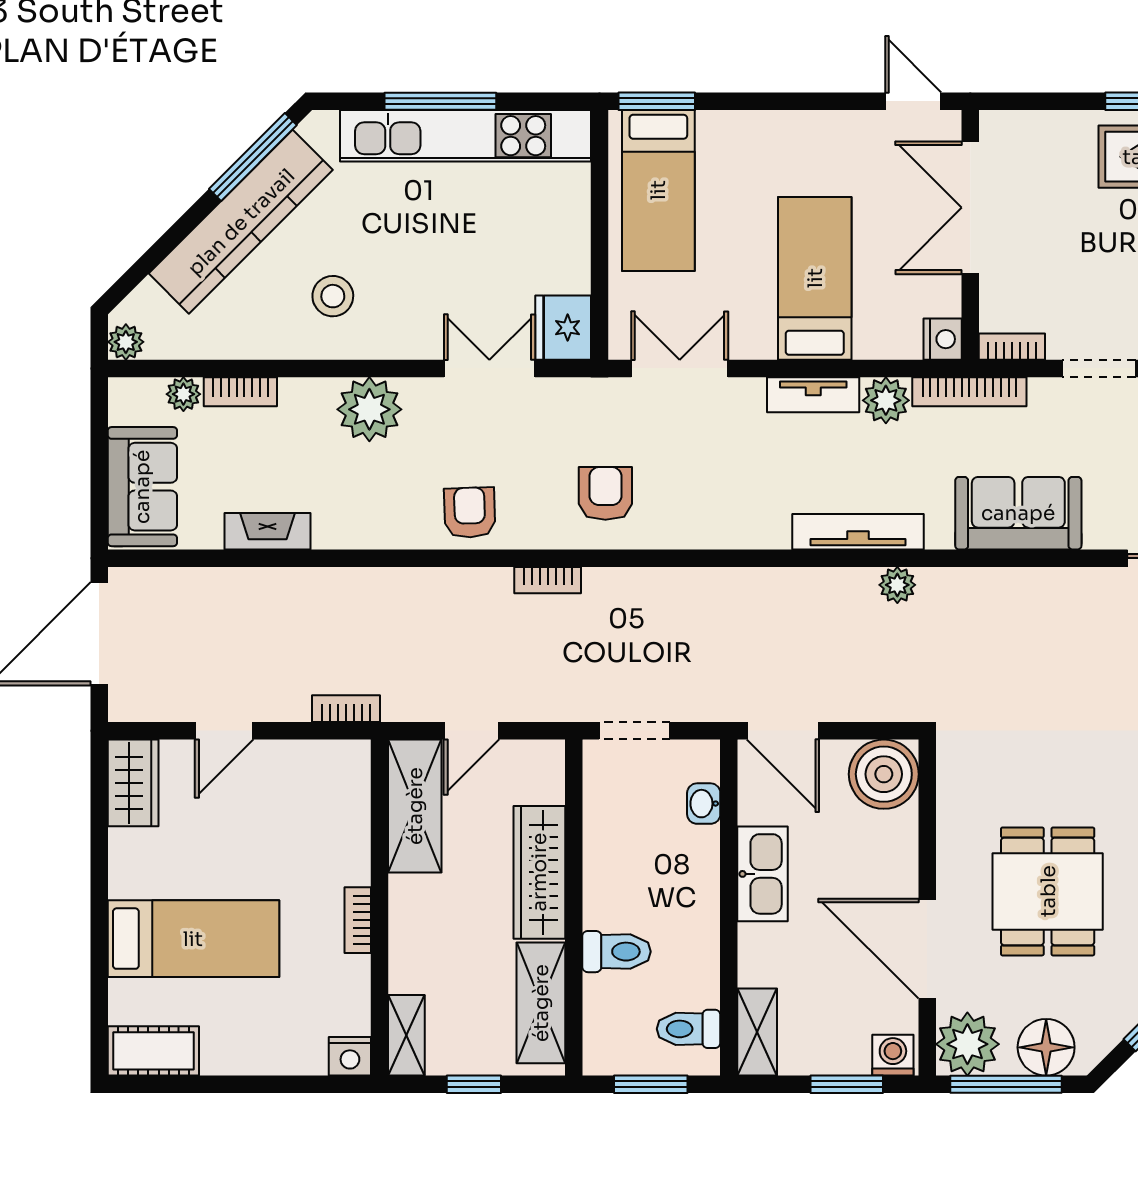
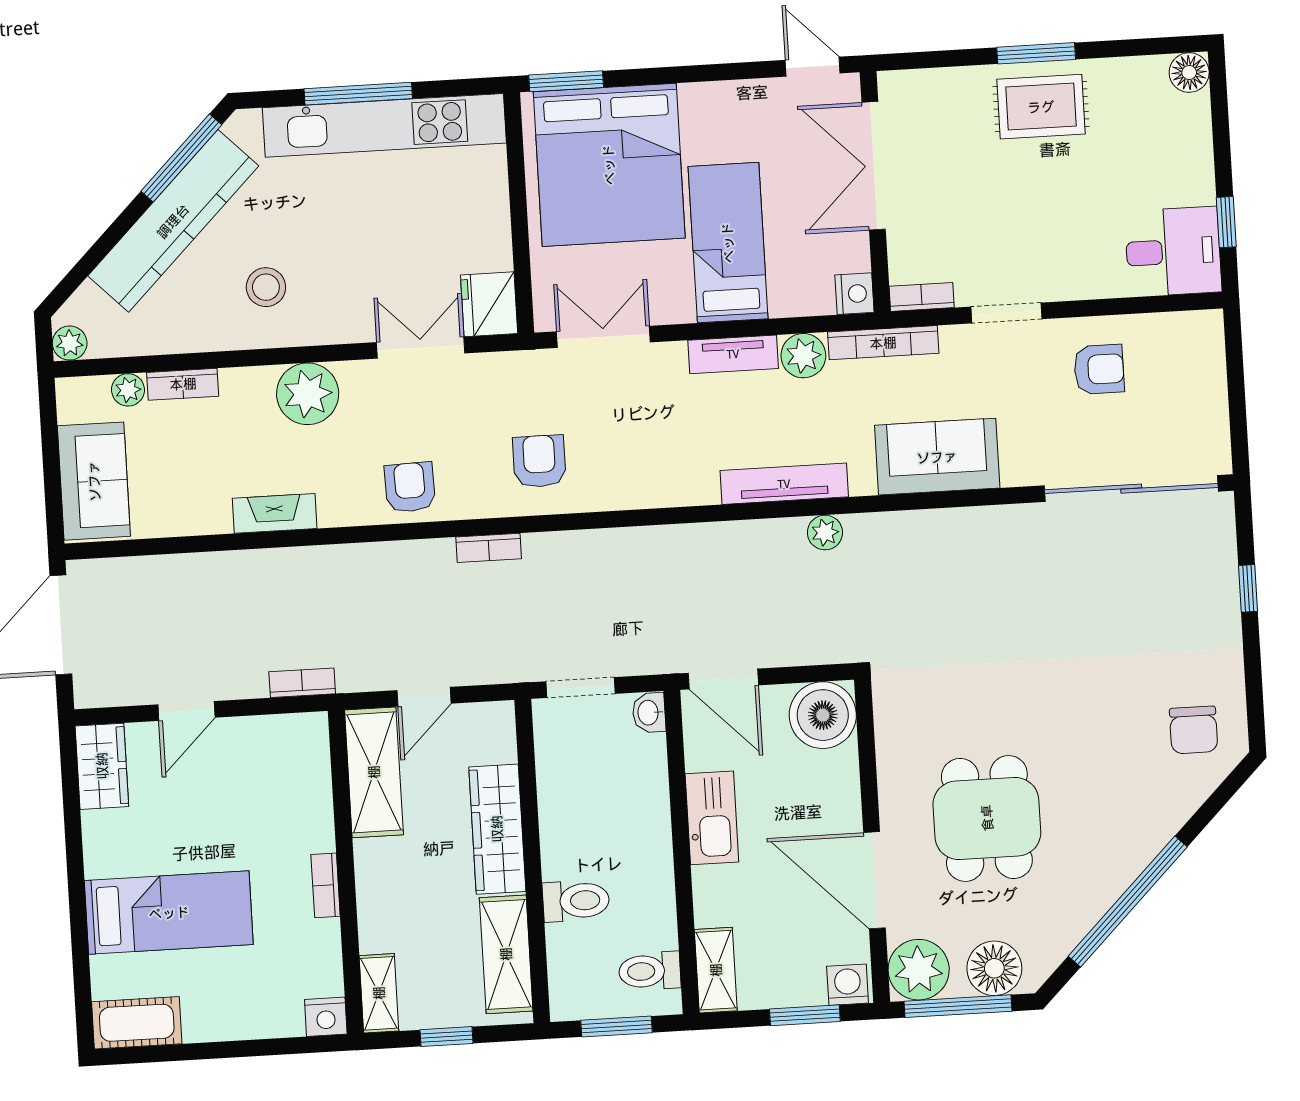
bed: (658, 190) -> (609, 165), width x2.04
fireplace: (267, 531) -> (275, 513), moved
washbasin: (704, 804) -> (649, 713), moved

